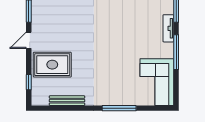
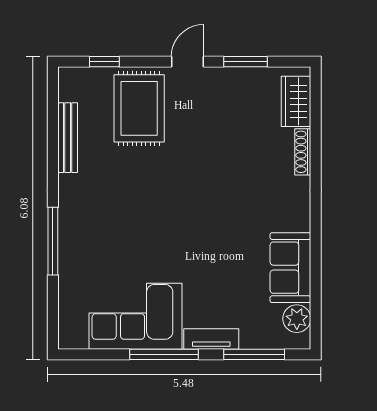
door: (29, 40) -> (187, 62), hinge flipped
corner sofa: (157, 82) -> (136, 316), moved

